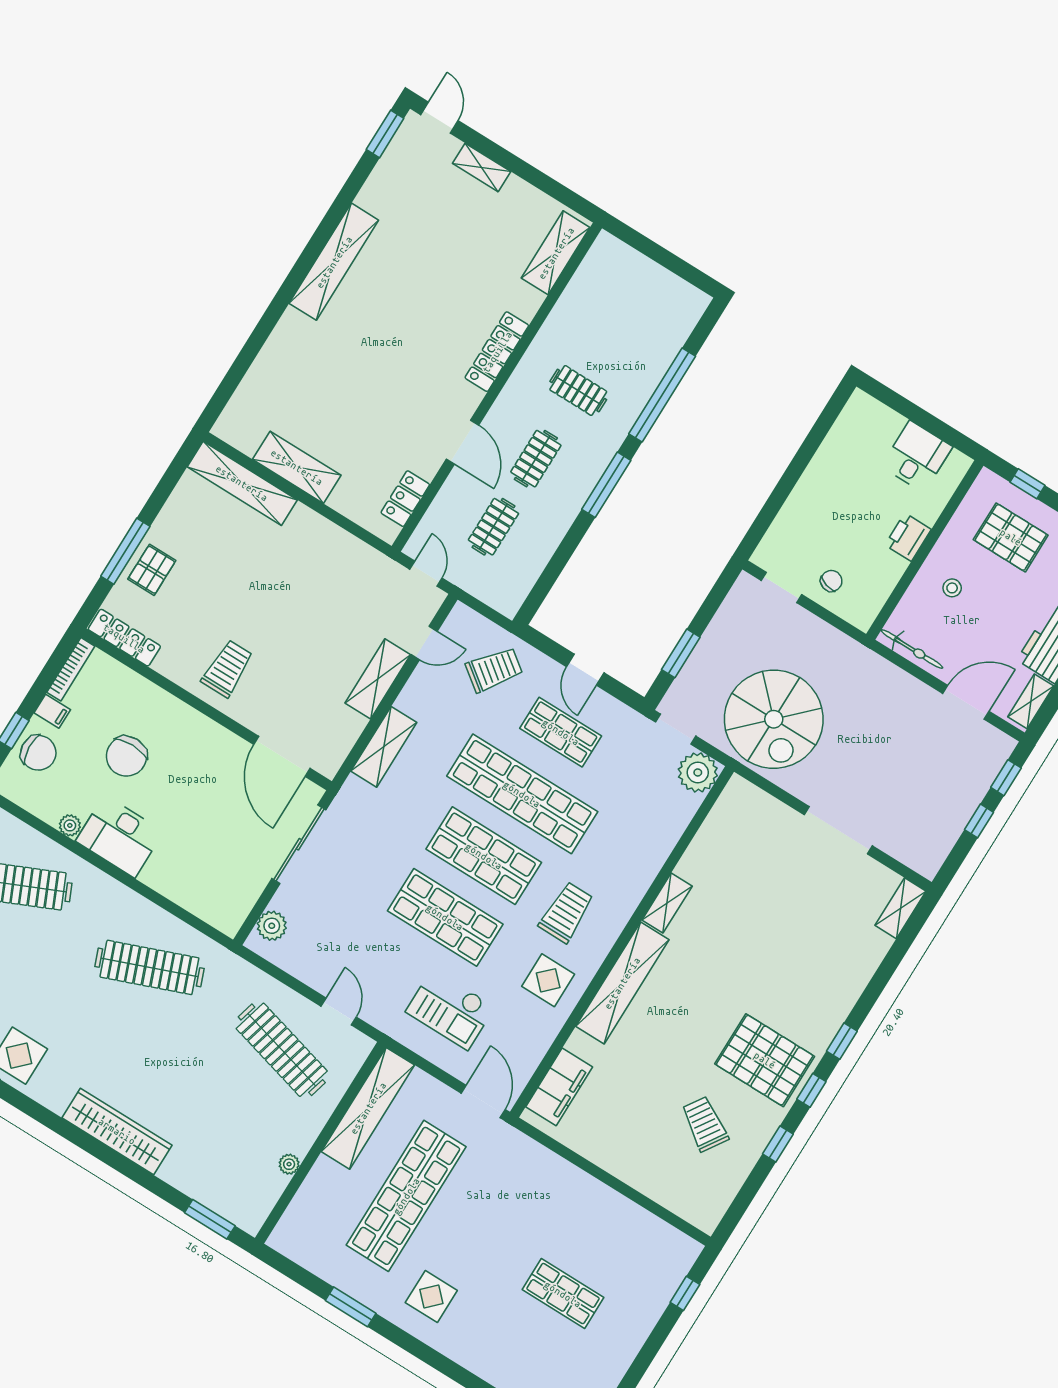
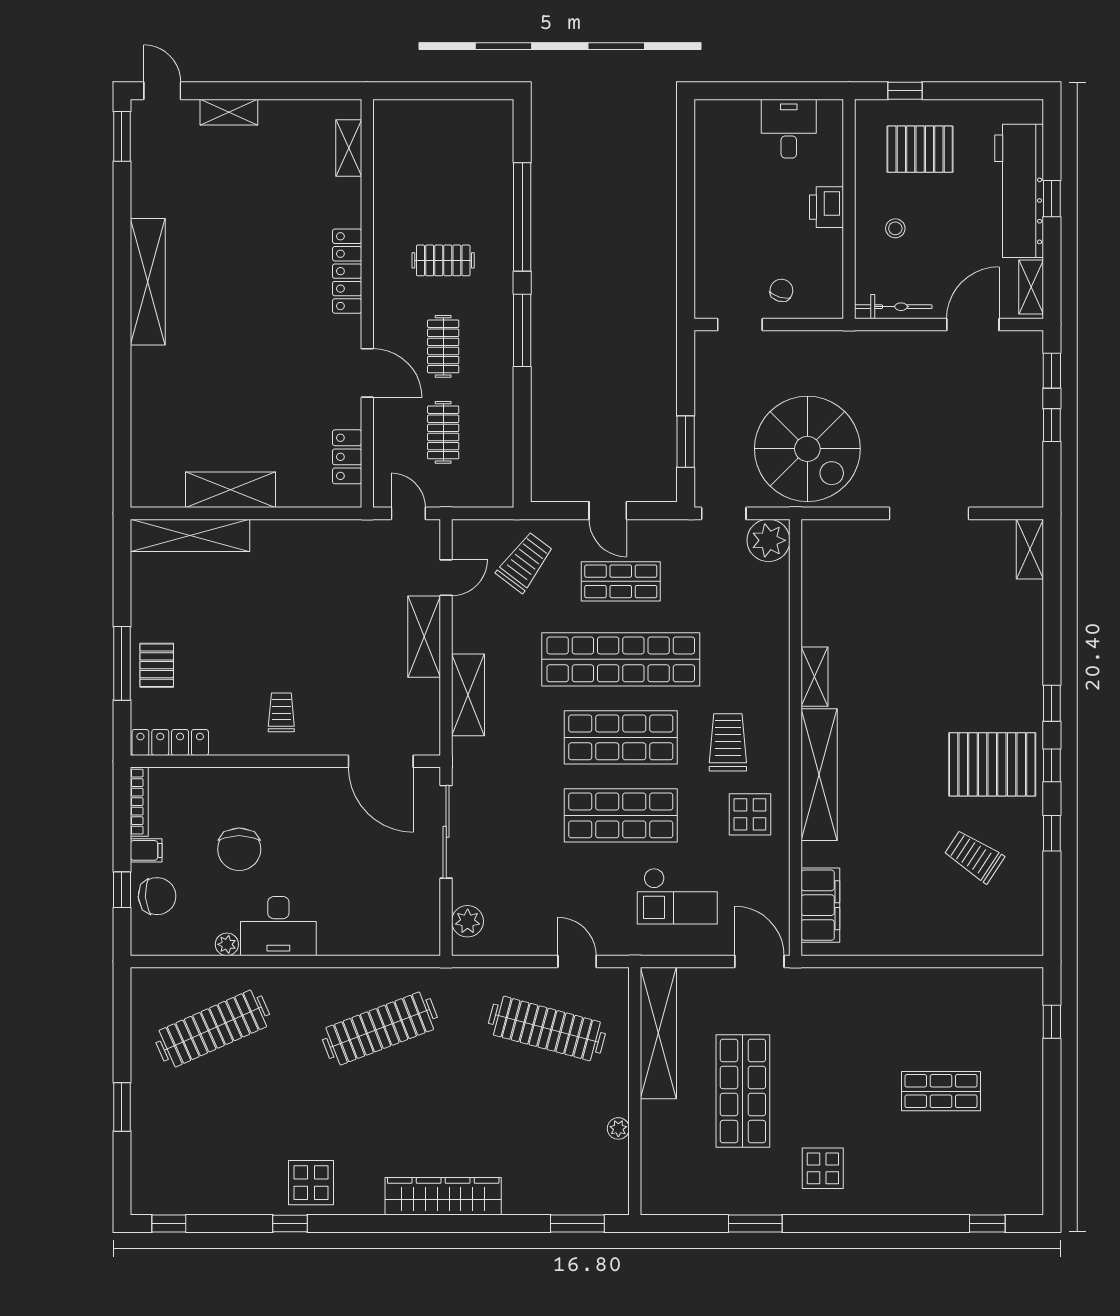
shelving: (556, 253) -> (349, 148), width x0.67, depth x0.75
trolley: (227, 669) -> (281, 712), width x0.73, depth x0.72
shop shelf: (406, 1196) -> (743, 1091), width x0.71

